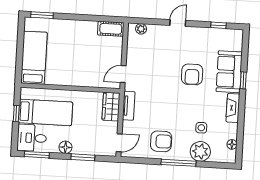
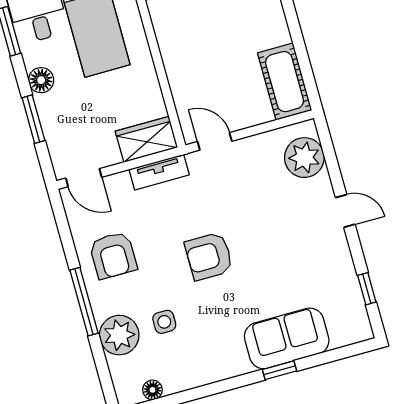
cot: (111, 29) -> (285, 82), width x1.37, depth x1.34
plant: (141, 29) -> (304, 158), width x1.87, depth x1.87
armchair: (192, 74) -> (209, 256), moved
fireplace: (233, 108) -> (221, 368), removed

